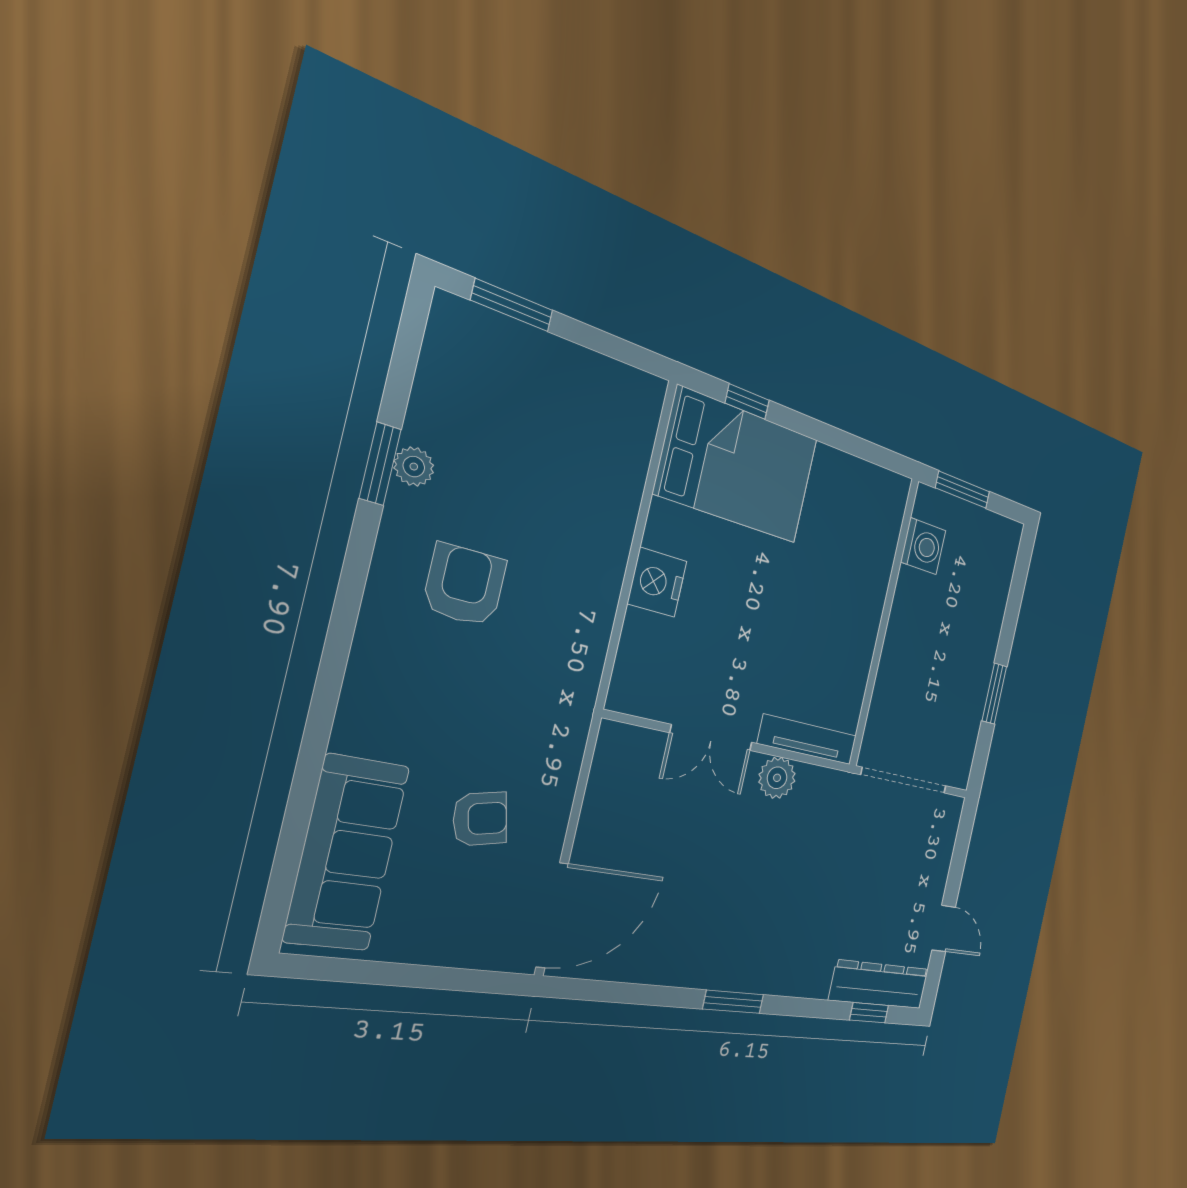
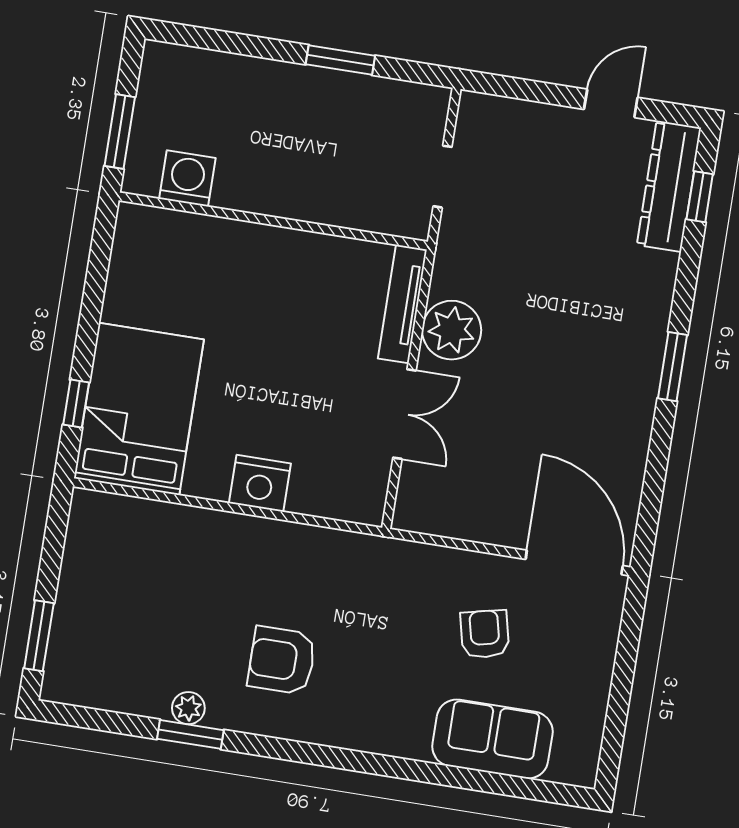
plant: (777, 778) -> (452, 330), width x1.36, depth x1.36
doorway: (904, 780) -> (442, 177), width x0.53
sofa: (347, 853) -> (492, 739), width x0.73

